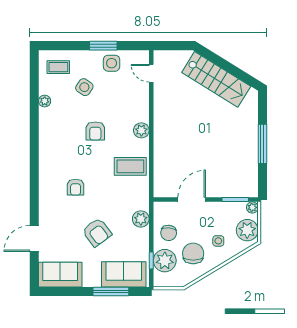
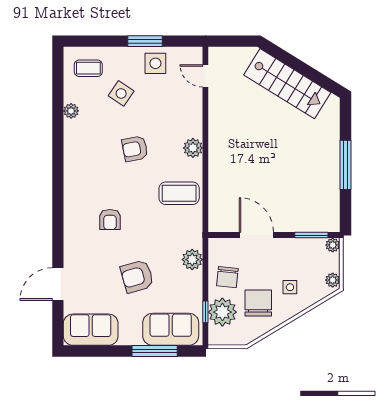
armchair: (95, 131) -> (135, 149), turned 79
door: (192, 199) -> (256, 235), hinge flipped
plant: (247, 230) -> (333, 280), width x0.53, depth x0.53
armchair: (97, 232) -> (137, 276), turned 111

